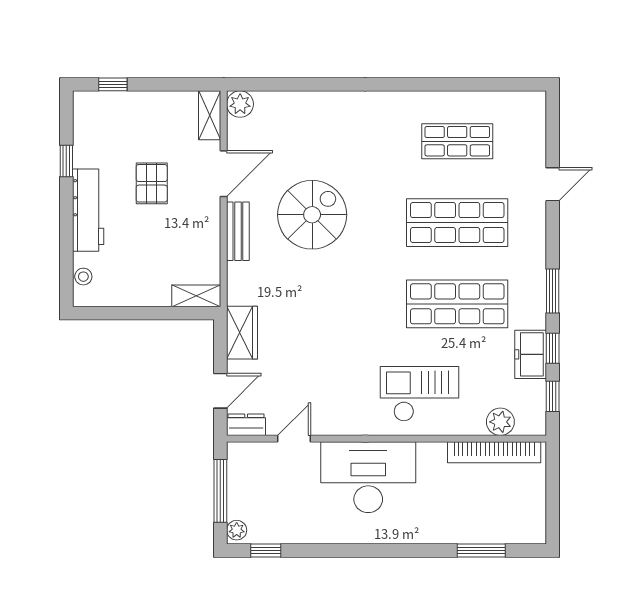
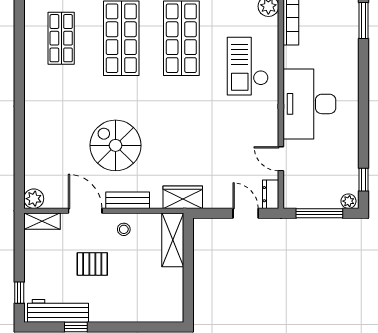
workbench: (88, 210) -> (58, 311), moved
stool: (83, 277) -> (124, 229), moved
shelving: (196, 296) -> (173, 240), width x1.50, depth x1.33
wardrobe: (242, 333) -> (183, 197), moved

